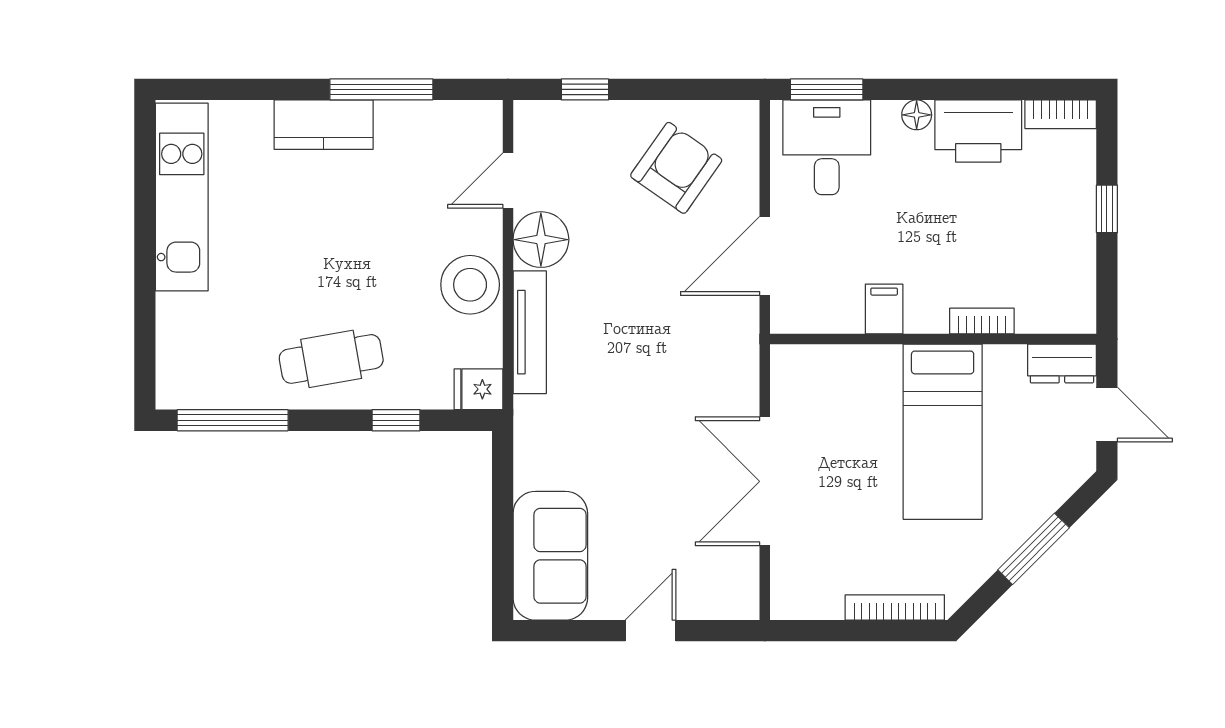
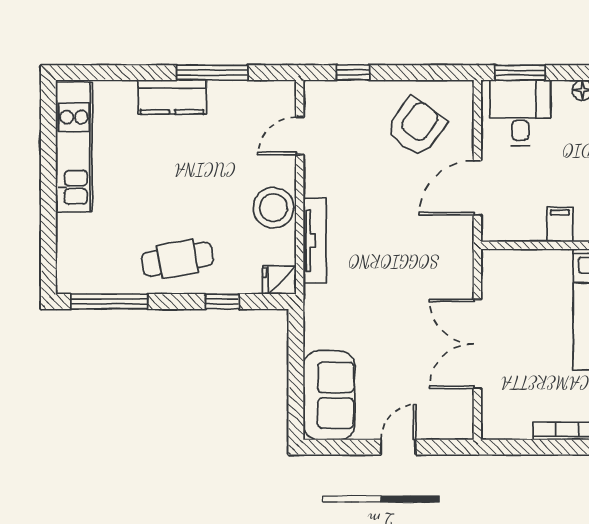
floor lamp: (541, 240) -> (323, 176), removed

